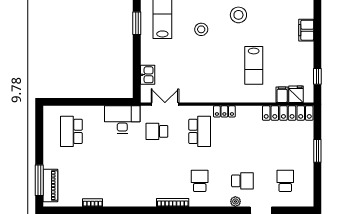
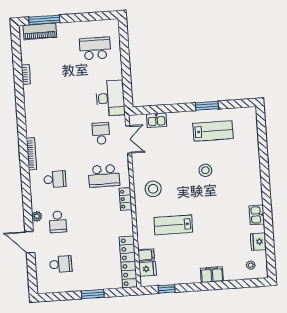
stool: (238, 15) -> (153, 189), moved

